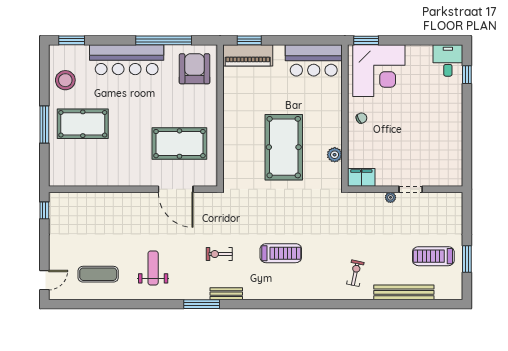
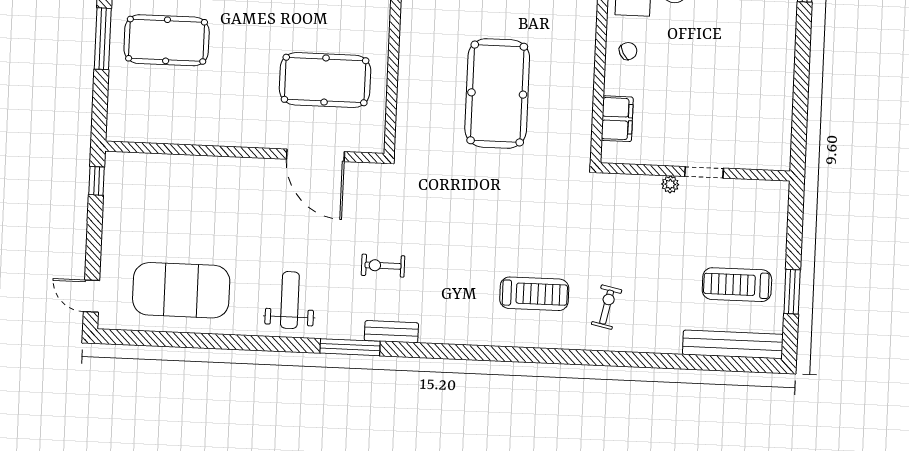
plant: (335, 155) -> (581, 110), removed
filing cabinet: (361, 177) -> (617, 119), moved, turned 90
treadmill: (281, 253) -> (534, 294), moved
weight bench: (153, 268) -> (290, 300), moved
exercise mat: (98, 274) -> (181, 290), width x2.00, depth x1.45
door: (44, 280) -> (92, 296), swing flipped
bench: (404, 292) -> (733, 344), moved

